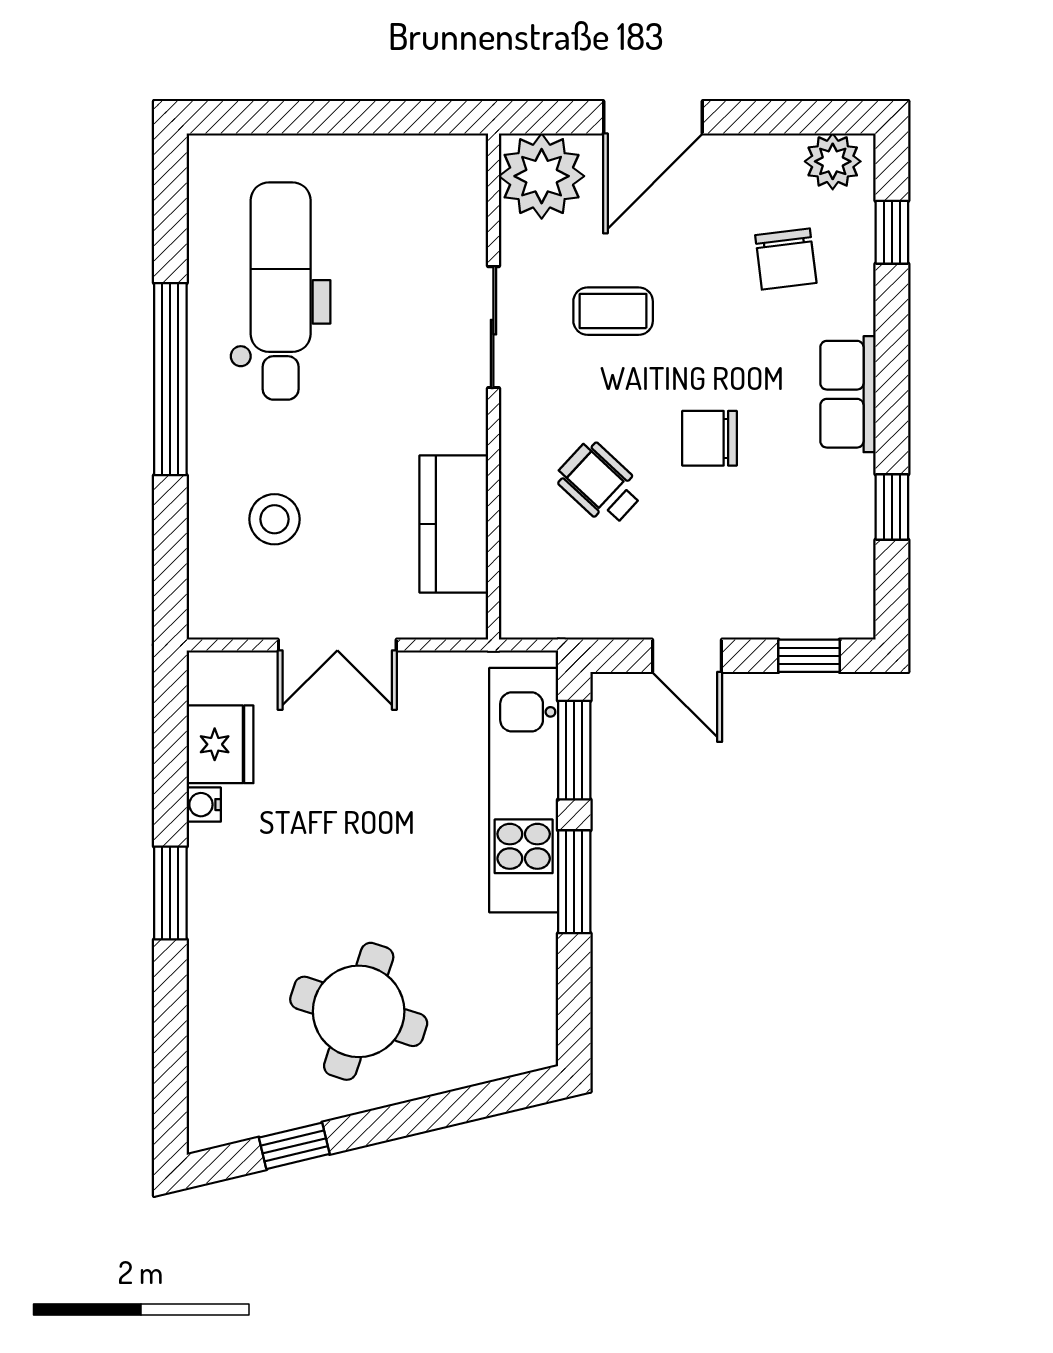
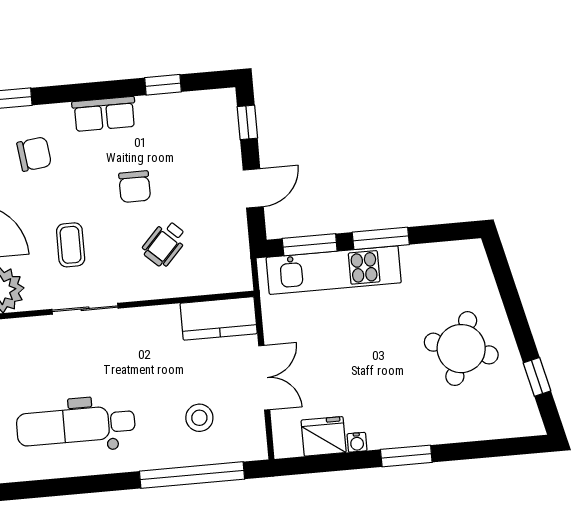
window: (170, 379) -> (192, 475), moved
kitchen counter: (454, 524) -> (219, 318), moved

